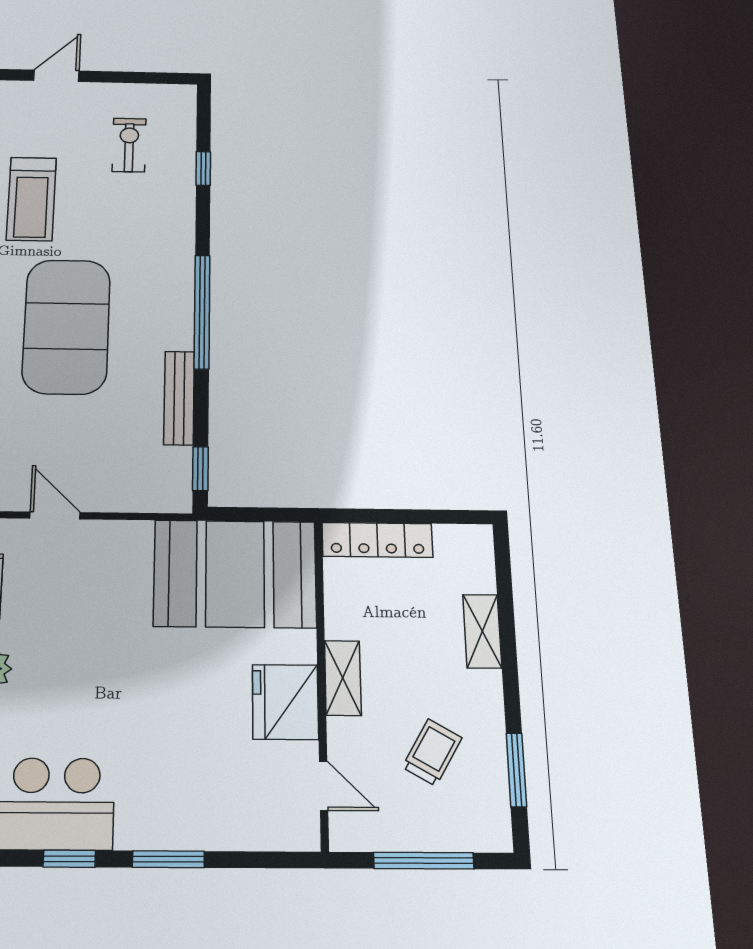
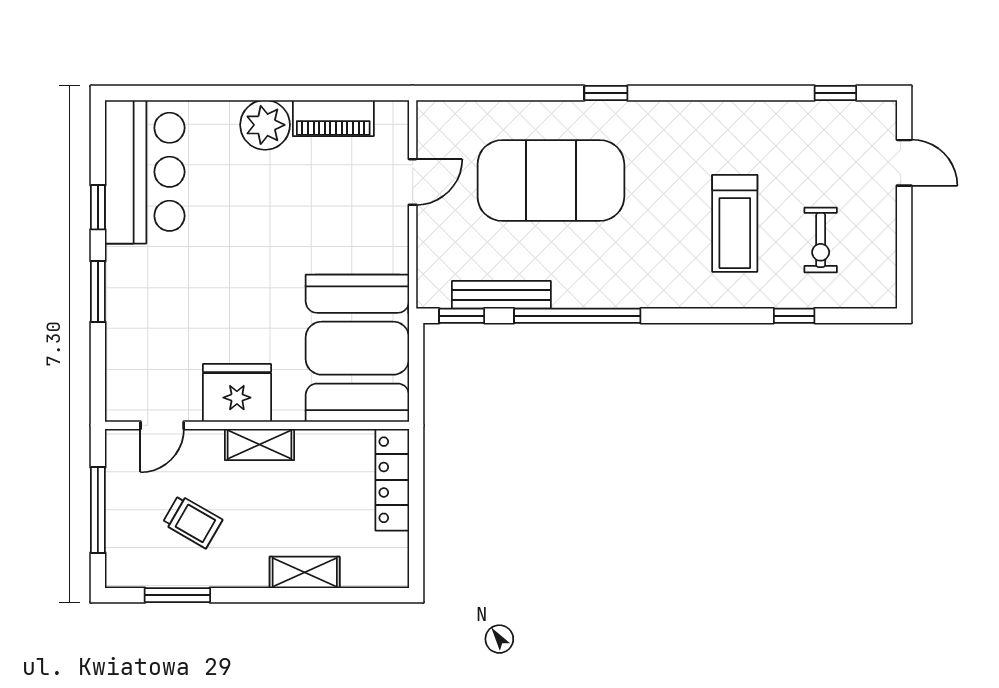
exercise bike: (129, 145) -> (821, 240), turned 90
treadmill: (31, 199) -> (735, 223), moved, turned -90
window: (202, 312) -> (577, 316), moved
exercise mat: (66, 326) -> (551, 180), moved
bench: (179, 398) -> (501, 295), moved

